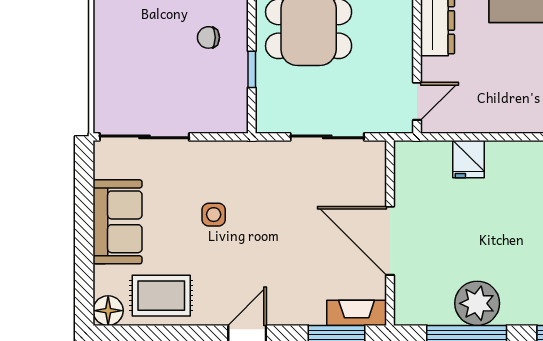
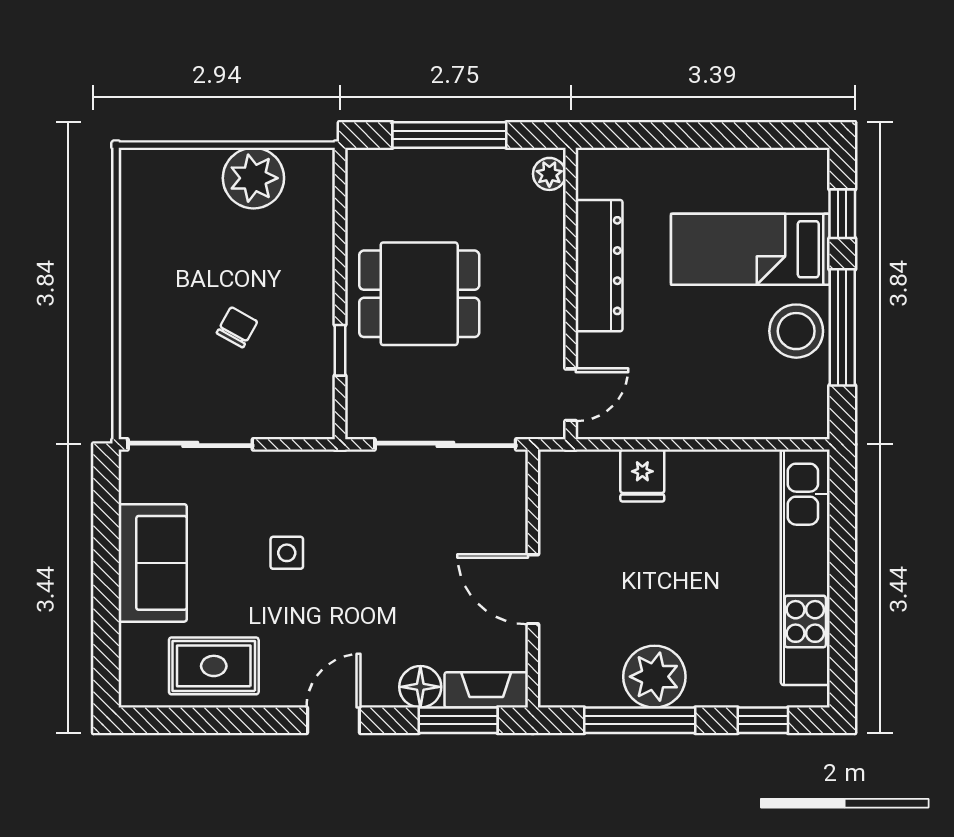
chair: (208, 37) -> (237, 327), moved, turned 119
sliding door: (327, 137) -> (445, 444), width x1.37
door: (390, 241) -> (533, 589), width x0.73
floor lamp: (108, 311) -> (420, 687), moved

